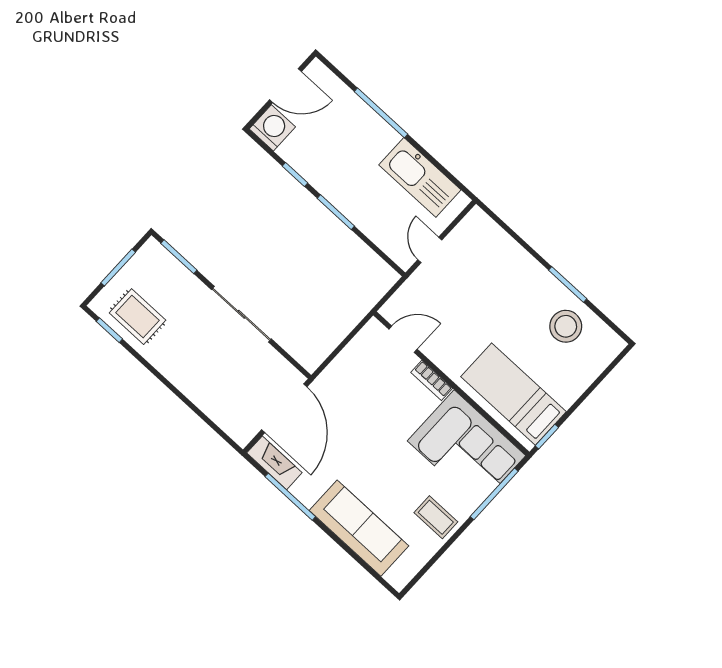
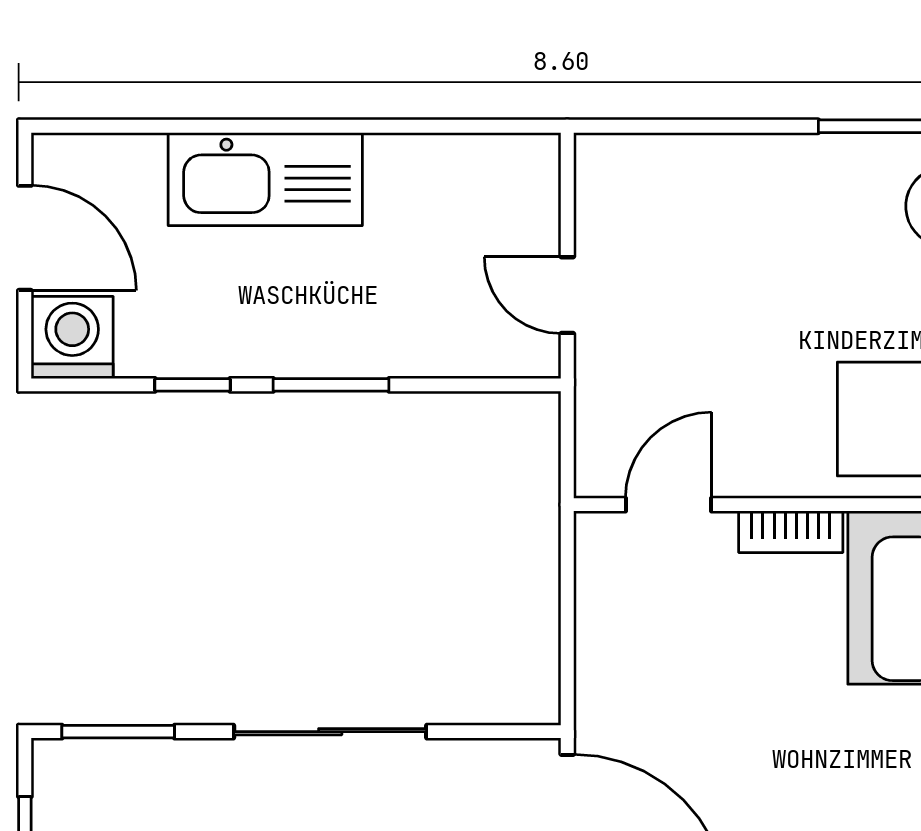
door: (285, 86) -> (25, 238), hinge flipped
window: (381, 113) -> (246, 126), removed
kitchen sink: (420, 177) -> (265, 179), moved

